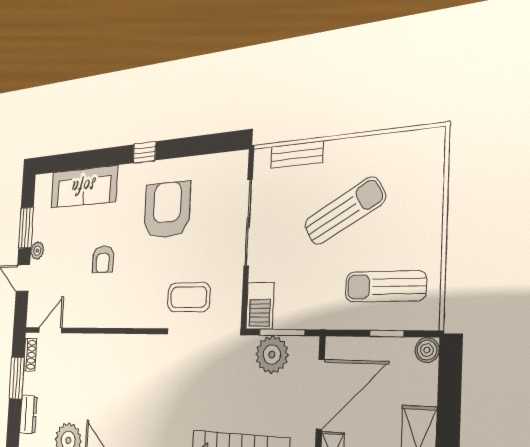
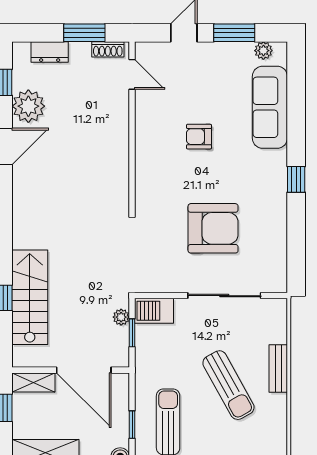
bench: (297, 155) -> (278, 369), moved
armchair: (167, 210) -> (213, 228), moved
plant: (37, 251) -> (263, 51), moved
coffee table: (189, 297) -> (162, 238), removed
window: (282, 333) -> (132, 333), width x0.67
plant: (272, 355) -> (121, 317), width x0.53, depth x0.53

